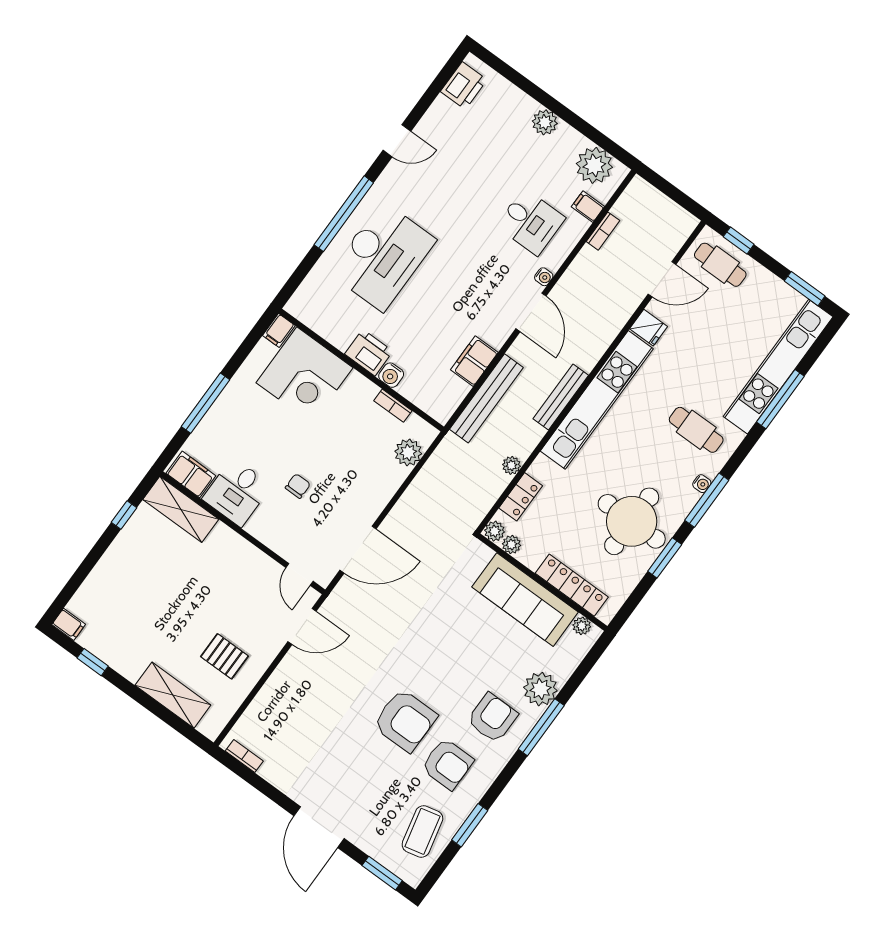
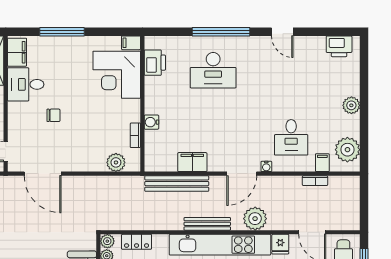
desk: (383, 256) -> (213, 70), width x0.73, depth x0.77
printer: (369, 353) -> (155, 63), moved
plant: (511, 465) -> (255, 219), moved, width x1.87, depth x1.87

